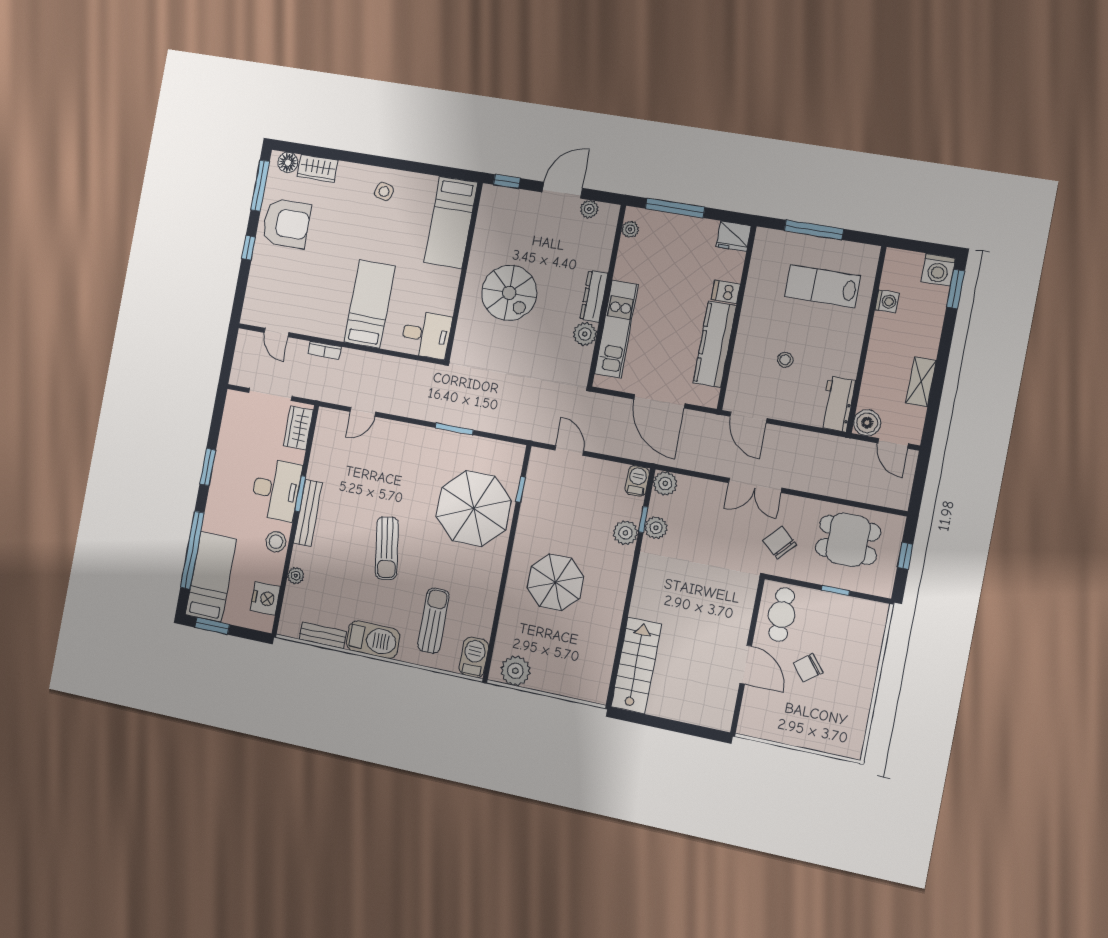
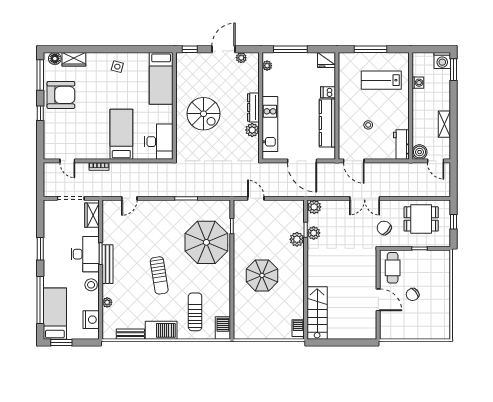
desk: (426, 335) -> (159, 142), width x1.37
barbecue: (637, 481) -> (298, 328), moved
plant: (515, 671) -> (249, 331), removed

